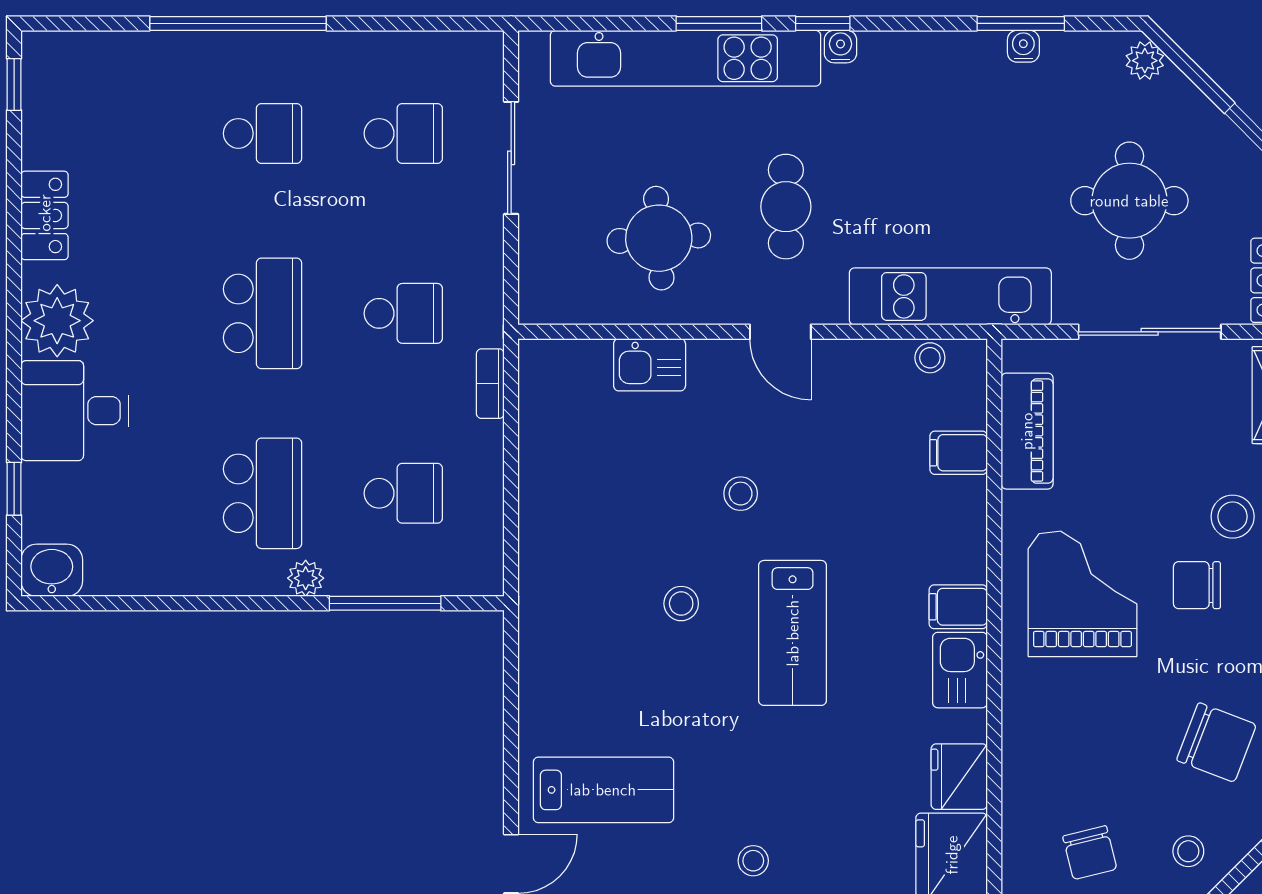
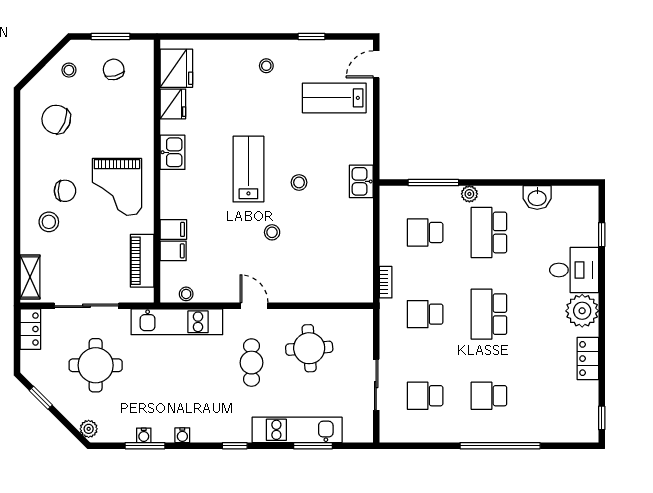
window: (719, 23) -> (313, 446), moved
water cooler: (840, 47) -> (182, 435), moved
kitchen unit: (685, 58) -> (297, 430), width x0.73
kitchen sink: (650, 365) -> (361, 181), moved, turned -90
washbasin: (52, 570) -> (537, 198), moved
filing cabinet: (958, 607) -> (173, 229), moved

